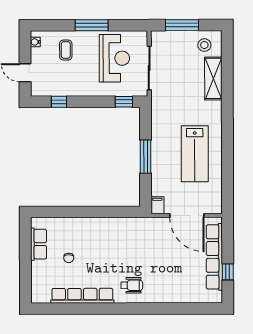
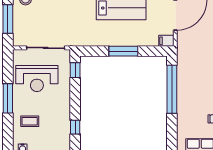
reception desk: (114, 58) -> (37, 78), turned 180
window: (102, 212) -> (172, 89), added

